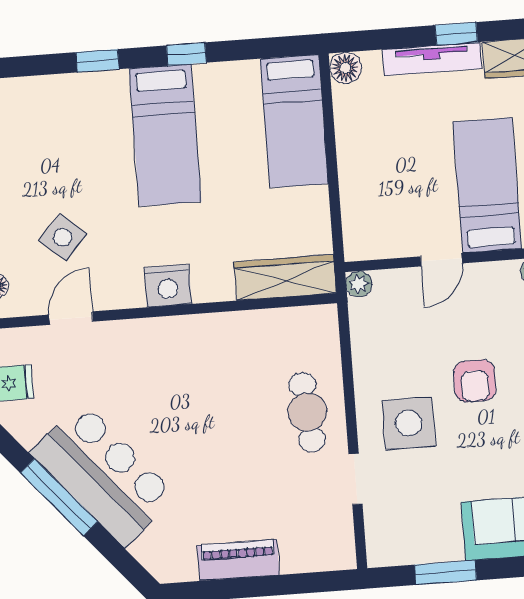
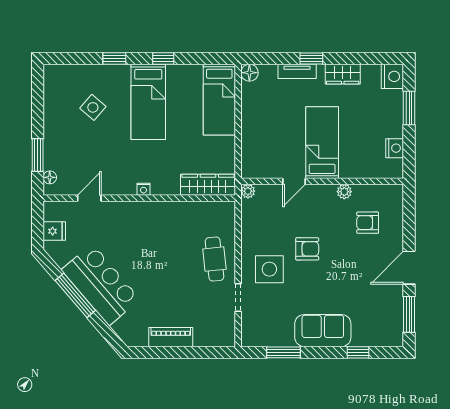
tv unit: (432, 59) -> (297, 71), width x0.71
side table: (63, 237) -> (93, 107), moved
nightstand: (168, 286) -> (143, 189), width x0.53, depth x0.56
armchair: (475, 381) -> (307, 249), turned -90

